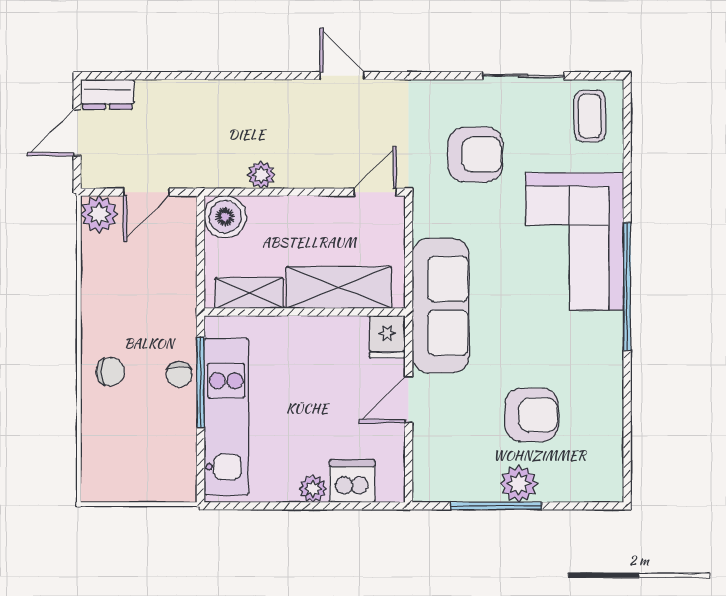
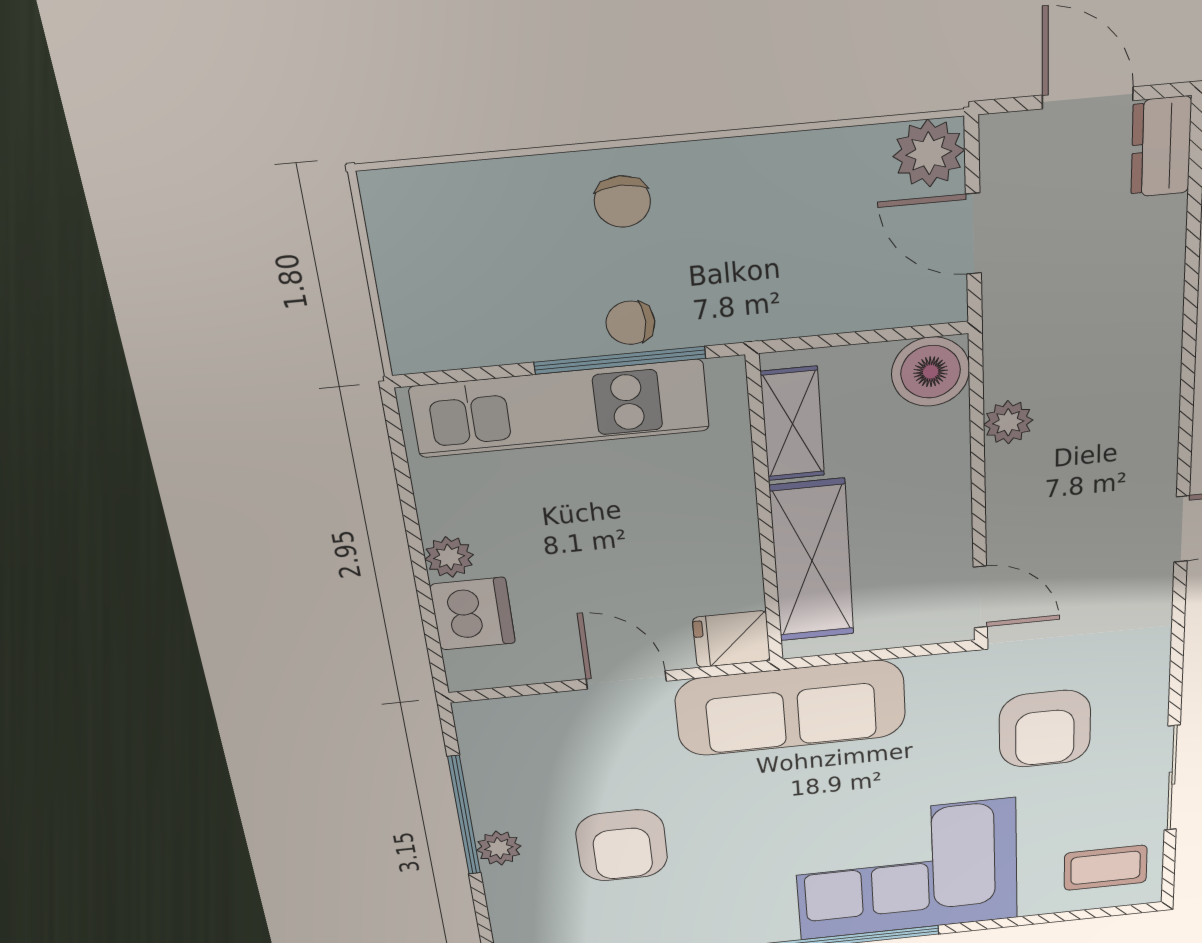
plant: (519, 484) -> (499, 848), width x0.73, depth x0.73

